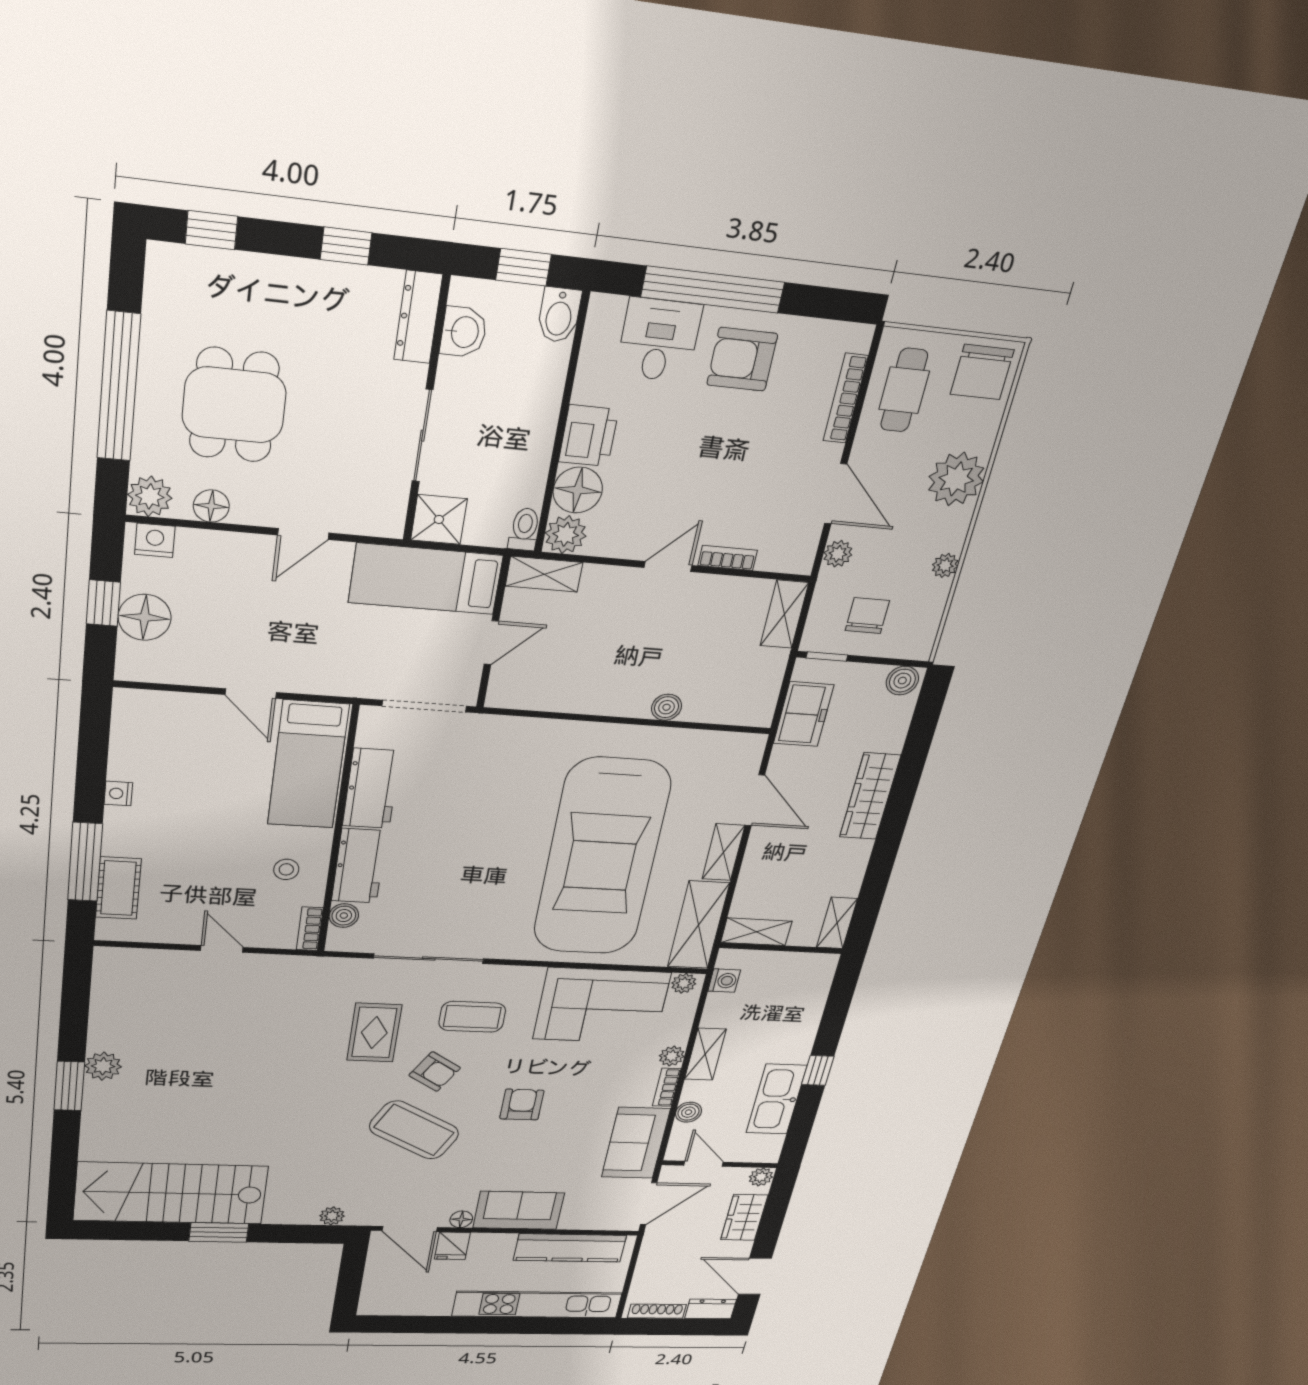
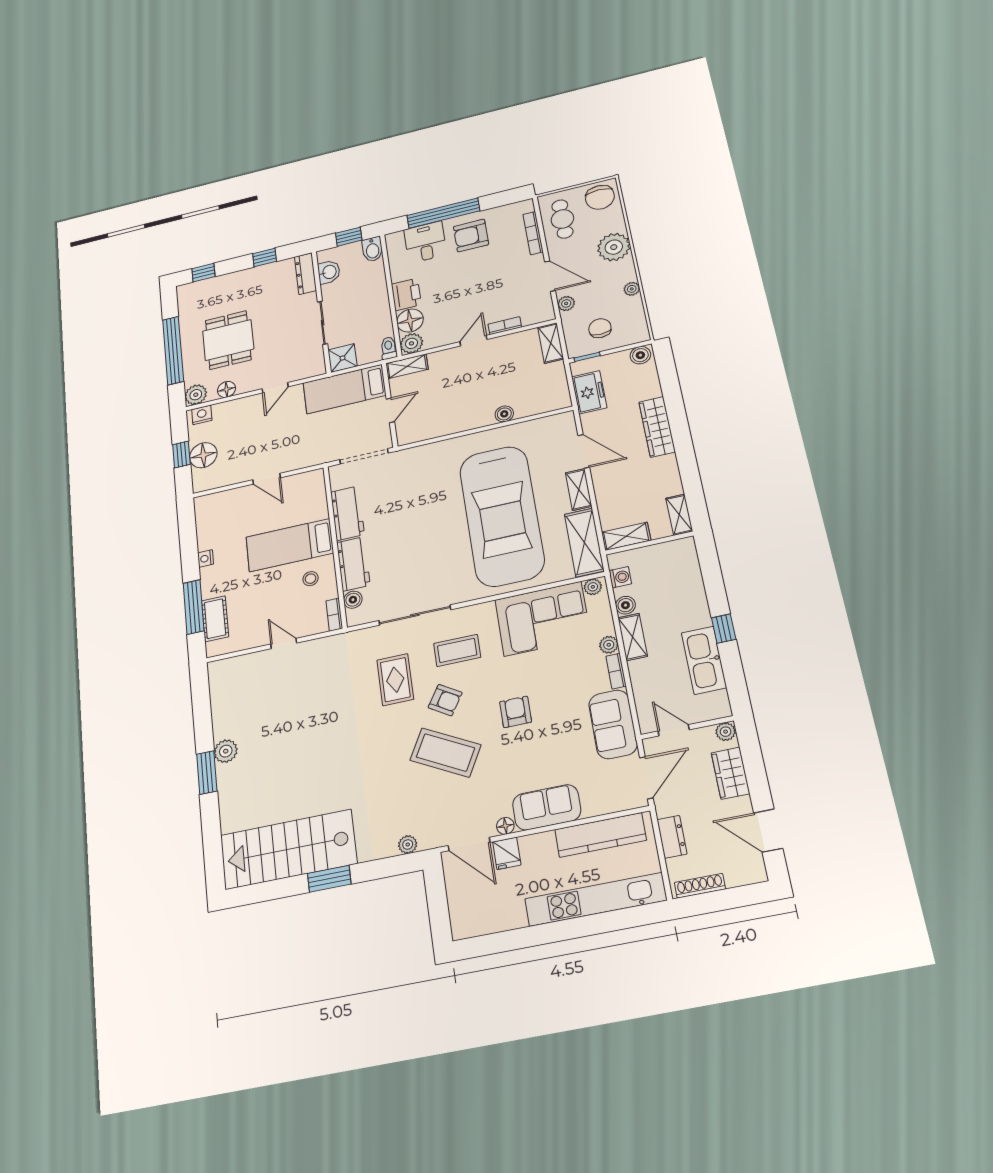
bed: (308, 765) -> (290, 545), moved, turned 90
boiler: (688, 1112) -> (625, 605), moved
dresser: (711, 1309) -> (672, 837), moved, turned 90

